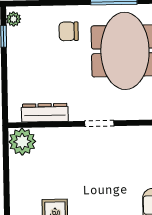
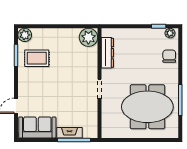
chair: (69, 31) -> (169, 56), moved

